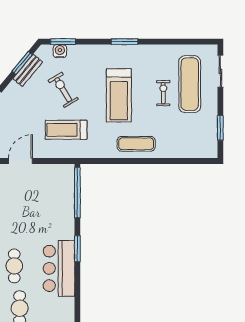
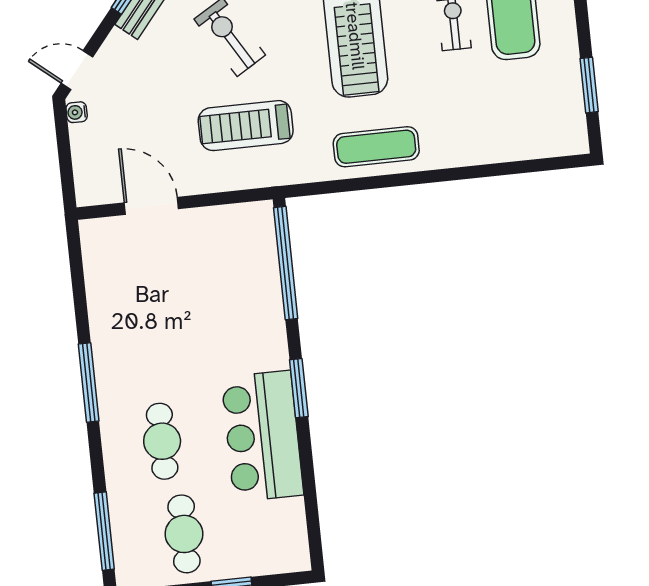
exercise mat: (136, 144) -> (376, 147), moved
door: (20, 161) -> (151, 206), hinge flipped

